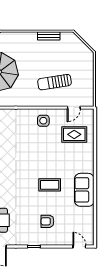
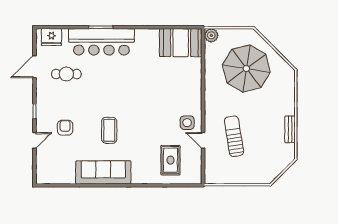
door: (74, 108) -> (203, 140), moved
sofa: (84, 190) -> (103, 172), width x1.36
door: (79, 247) -> (34, 140), moved

